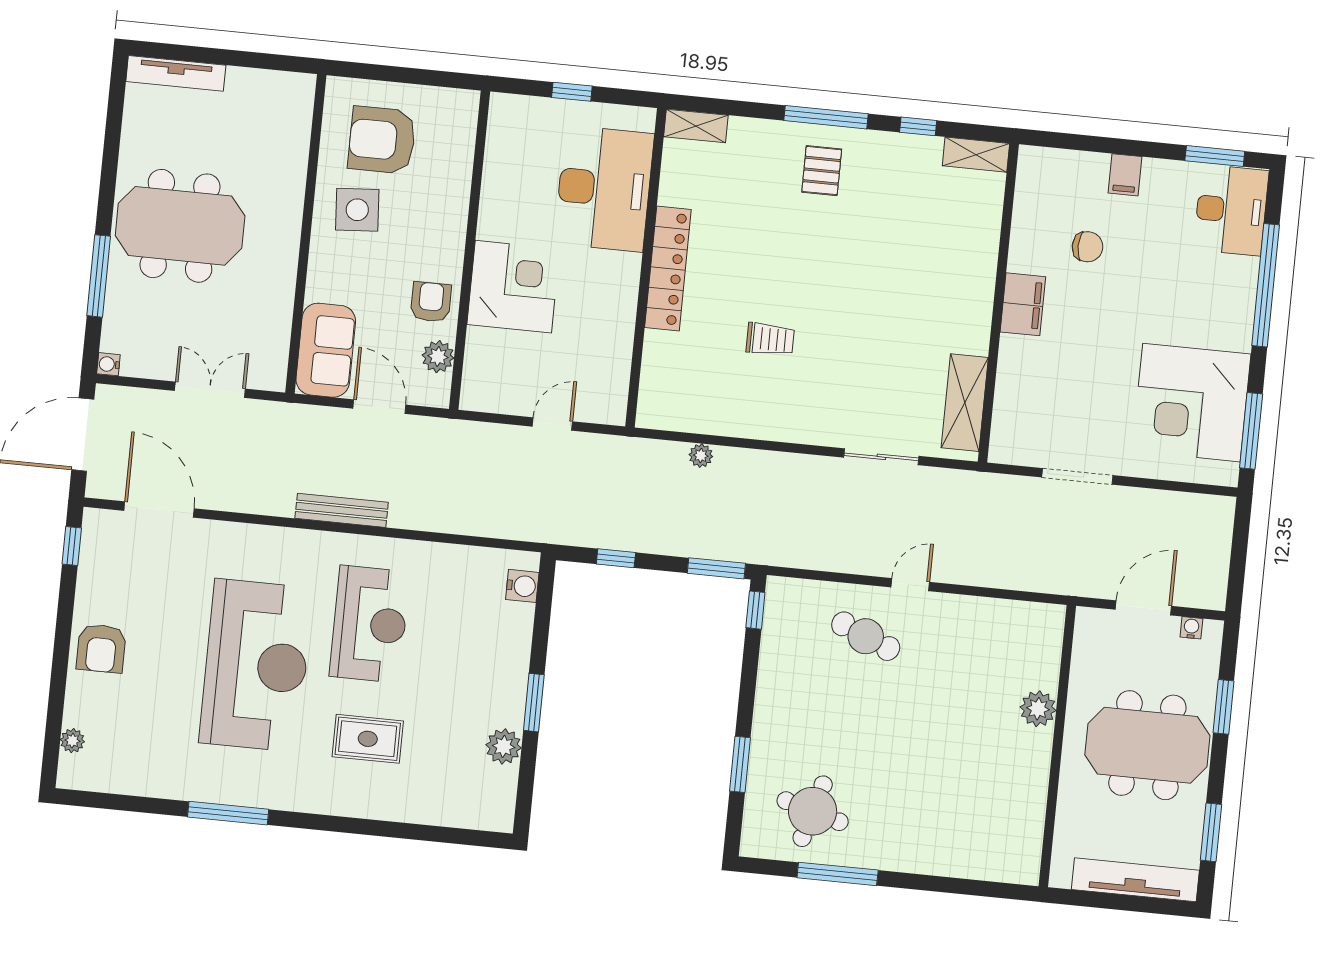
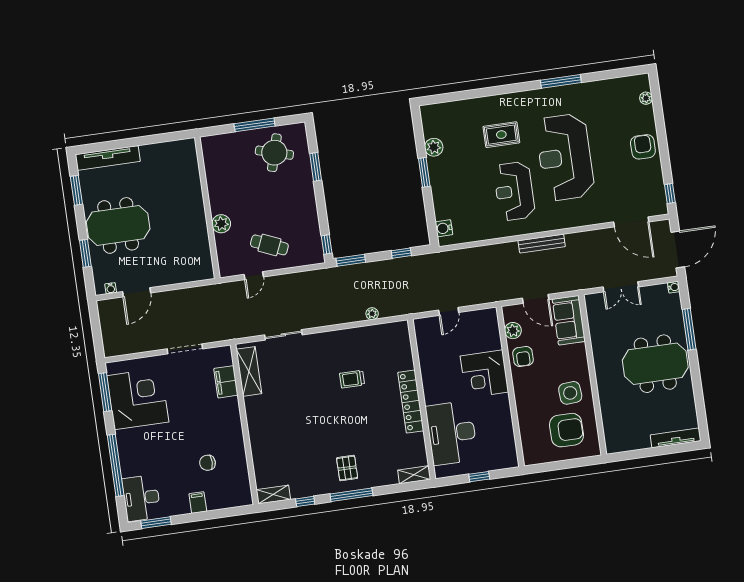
filing cabinet: (1023, 304) -> (226, 382), moved
plant: (1038, 709) -> (221, 224), moved
wall: (1057, 746) -> (207, 208), moved

